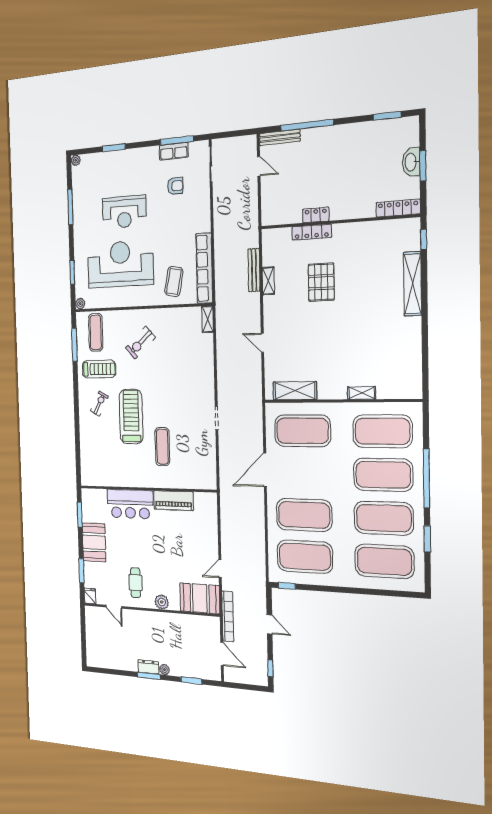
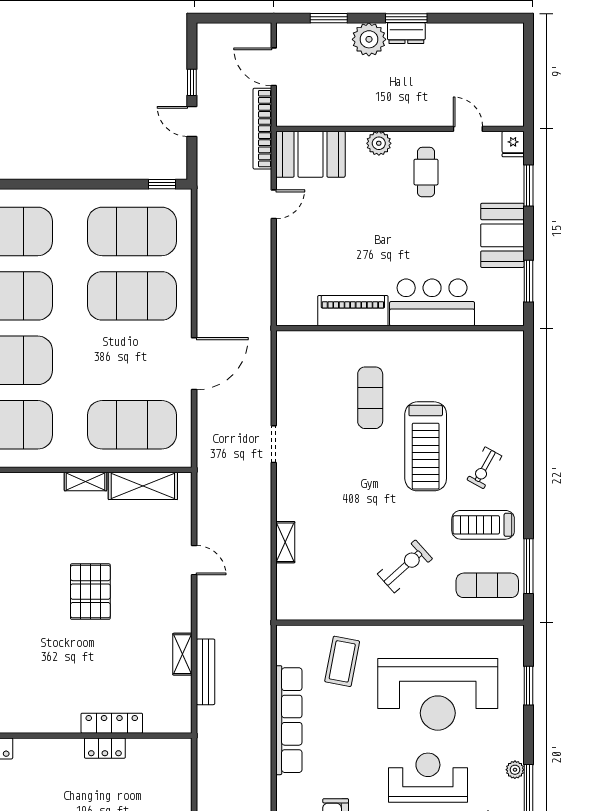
row of seats: (204, 268) -> (289, 720), moved
pallet: (321, 282) -> (90, 592), moved
plant: (80, 304) -> (515, 770), moved
shelving: (208, 319) -> (285, 542), moved
exercise mat: (96, 332) -> (487, 585), turned 90
shelving: (361, 393) -> (86, 482), moved
window: (270, 668) -> (192, 82), moved
plant: (165, 670) -> (369, 39), width x1.88, depth x1.88

